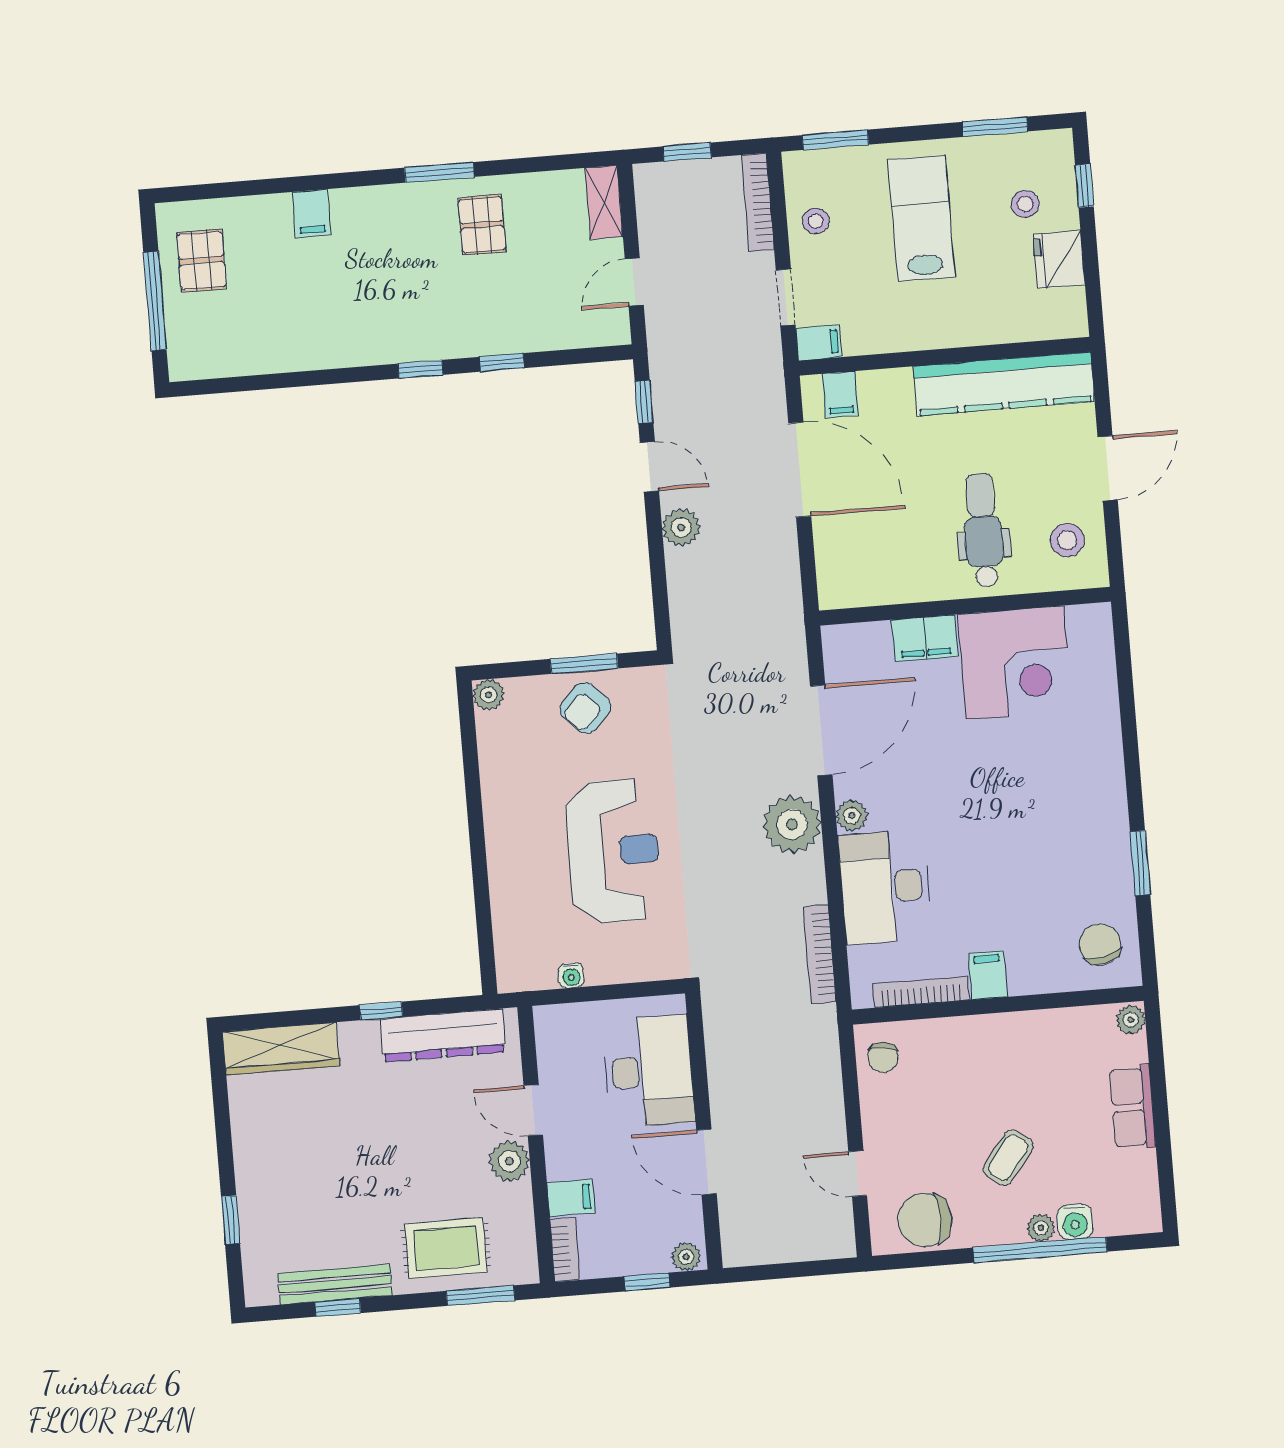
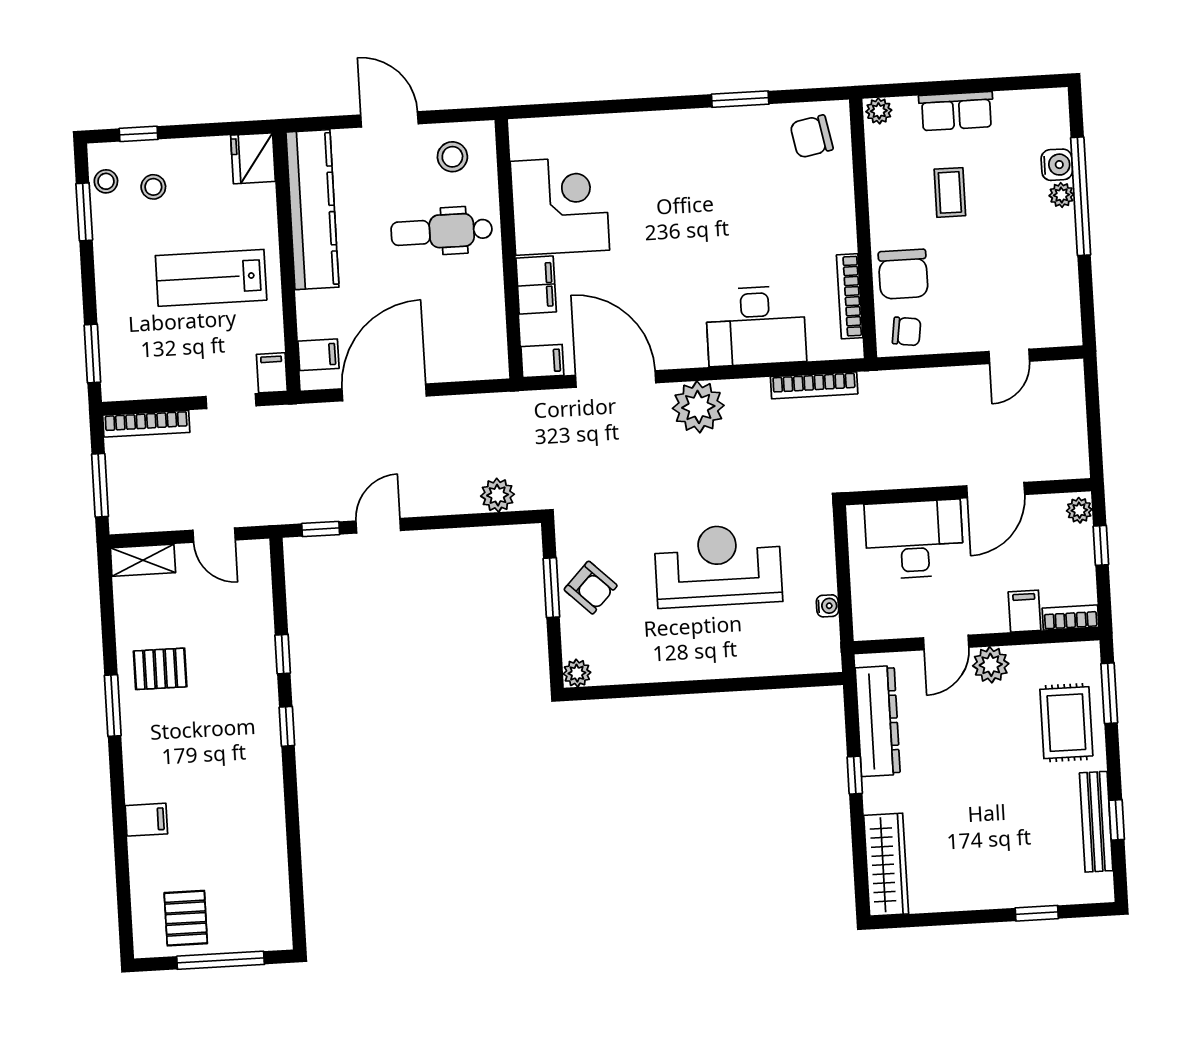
window: (687, 152) -> (100, 485), width x1.50
lab bench: (921, 218) -> (211, 278), moved
stool: (816, 221) -> (106, 181), moved
fridge: (1059, 260) -> (253, 158), moved, turned 90
pallet: (202, 261) -> (186, 918), turned 90
plant: (681, 528) -> (498, 495), moved
plant: (852, 815) -> (692, 354), removed
filing cabinet: (988, 975) -> (542, 361), moved, turned 180
coffee table: (1008, 1158) -> (950, 192), moved, turned 52
chair: (925, 1220) -> (903, 274), moved

